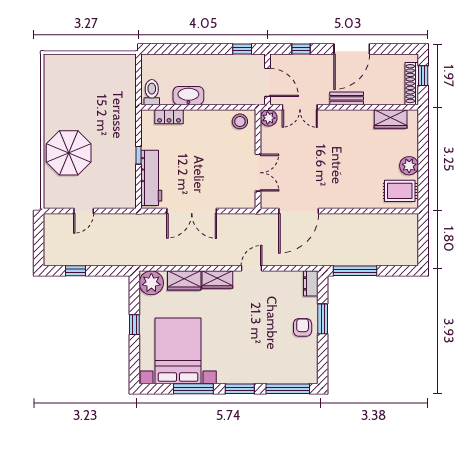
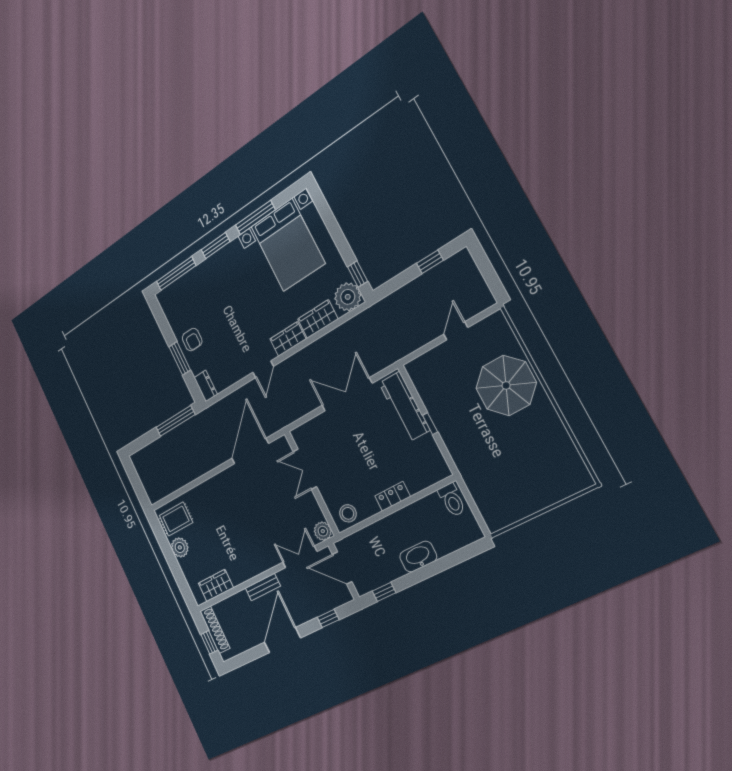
washbasin: (188, 96) -> (418, 557), moved, turned 180
locker: (169, 117) -> (393, 496), moved
window: (134, 325) -> (358, 274), moved

